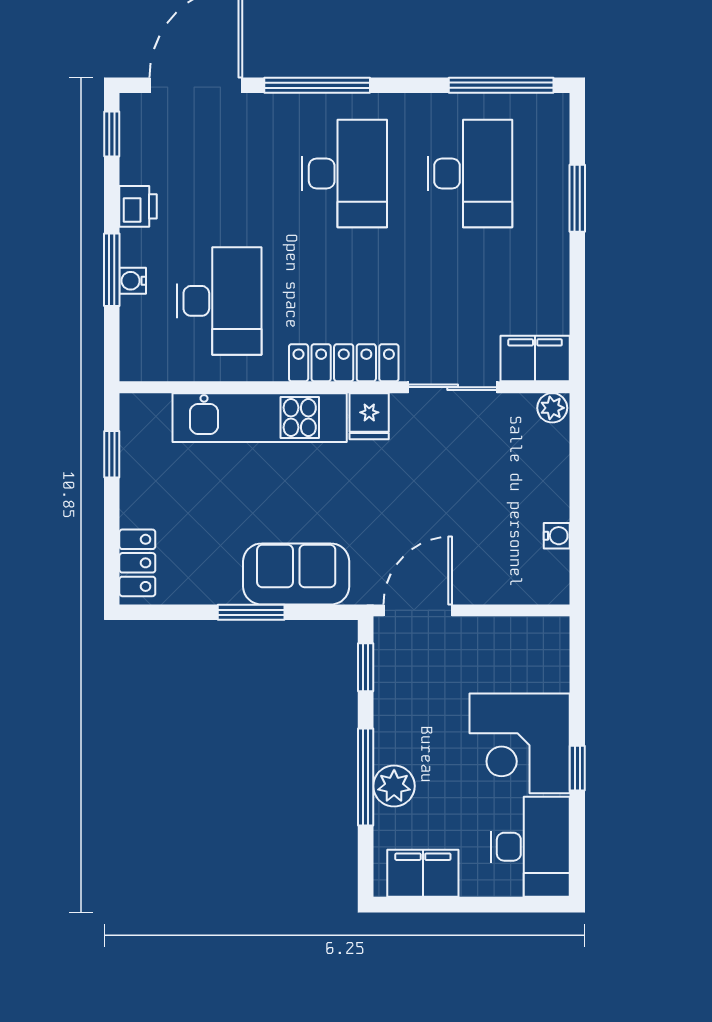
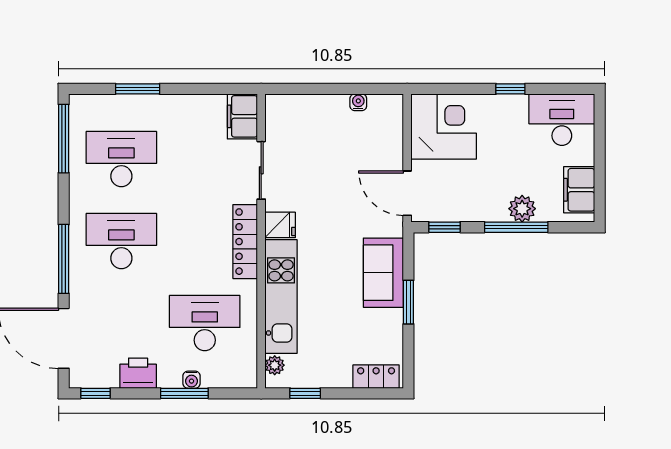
printer: (138, 206) -> (138, 373), width x1.36, depth x1.24
plant: (552, 408) -> (275, 365), moved
corner desk: (520, 743) -> (444, 127), moved, turned -90

